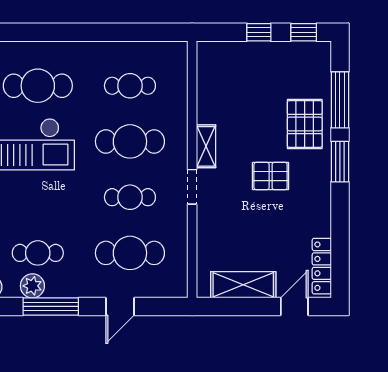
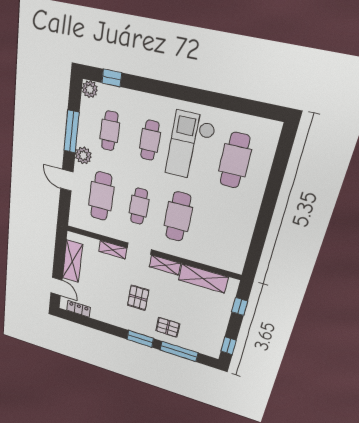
window: (259, 32) -> (240, 306), moved
cafe table: (130, 86) -> (150, 140), moved
shelving: (210, 90) -> (203, 278), added
pallet: (305, 124) -> (168, 327), width x0.67, depth x0.71
shelving: (206, 225) -> (113, 250), added
locker: (322, 266) -> (79, 309), width x0.66
plant: (32, 286) -> (83, 155), moved

